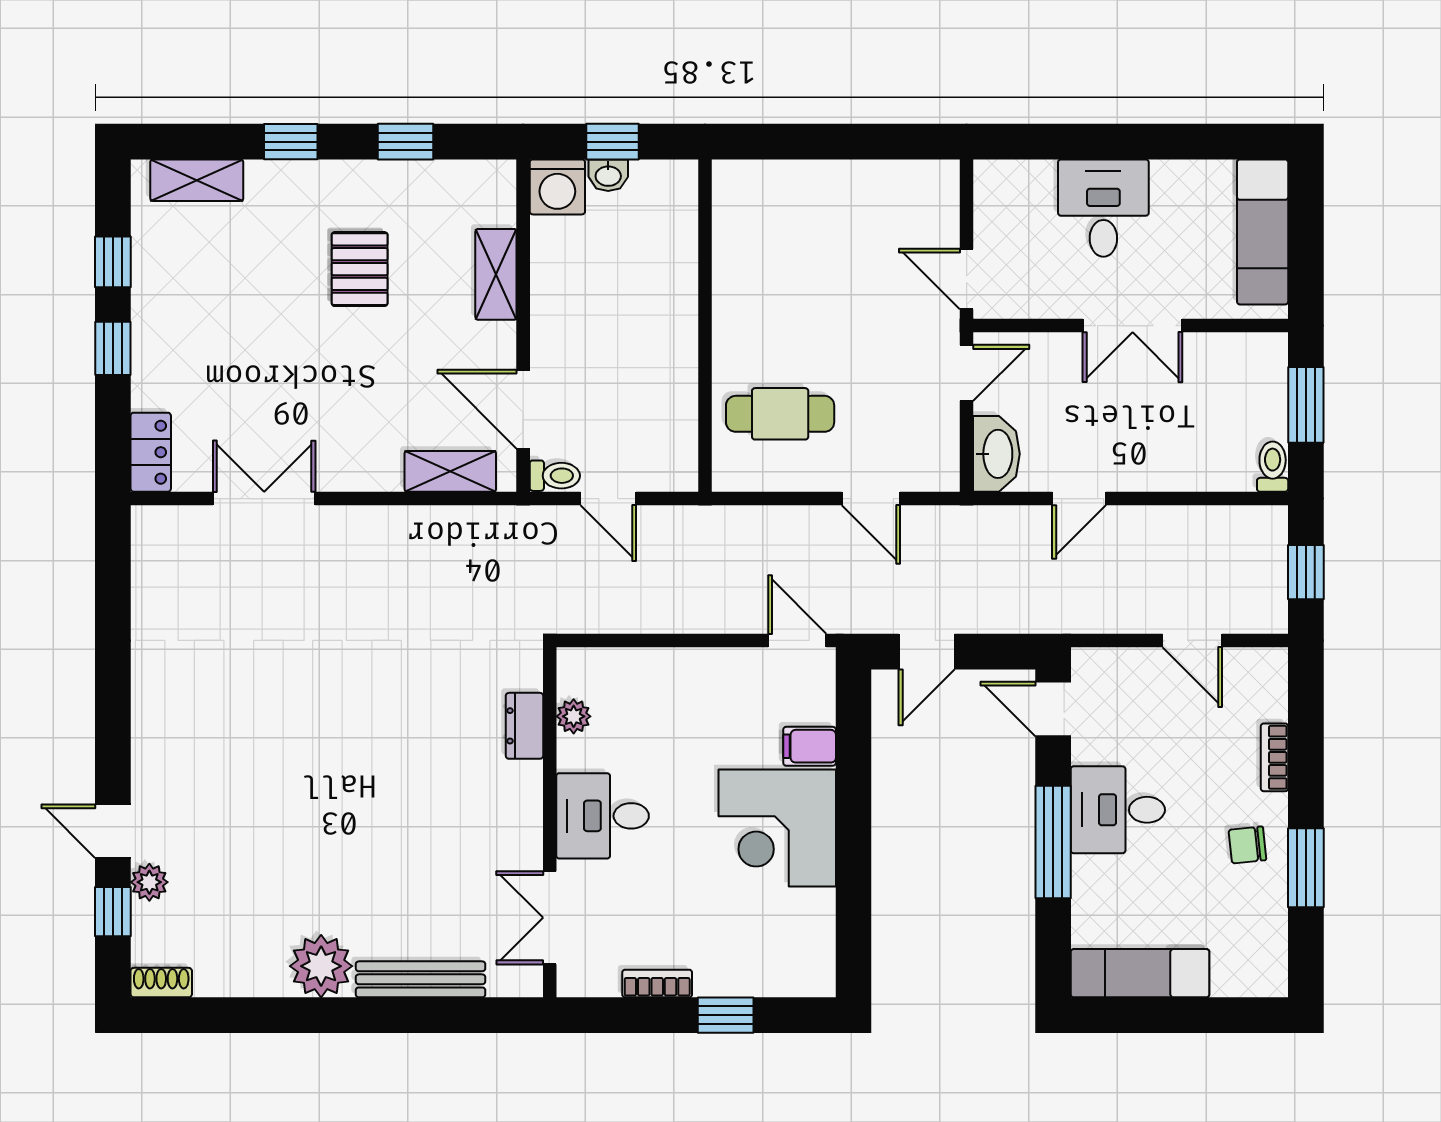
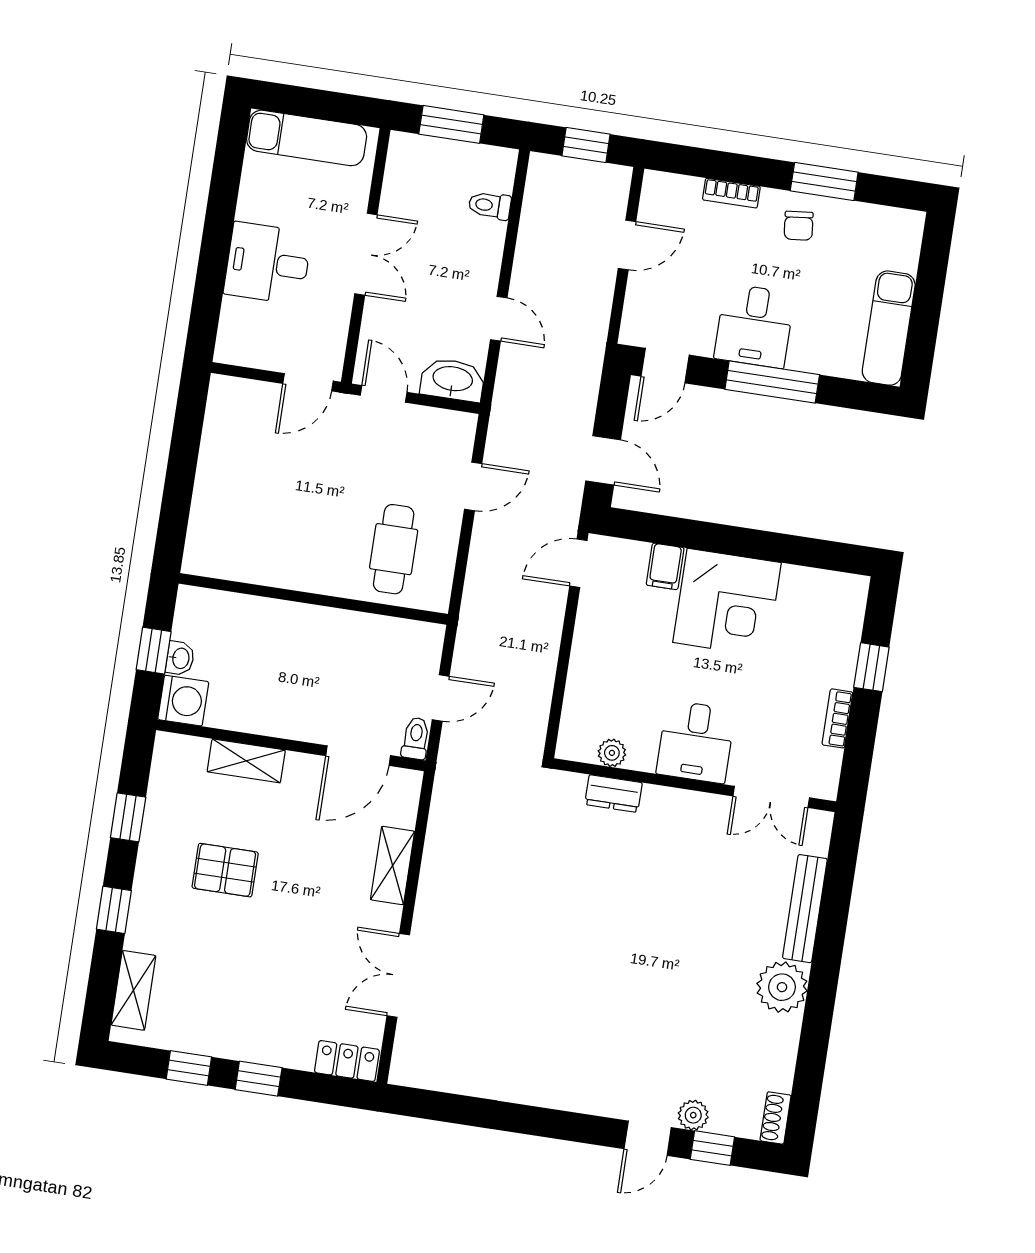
toilet: (1273, 467) -> (490, 205), moved
shelving: (450, 471) -> (393, 866), moved

